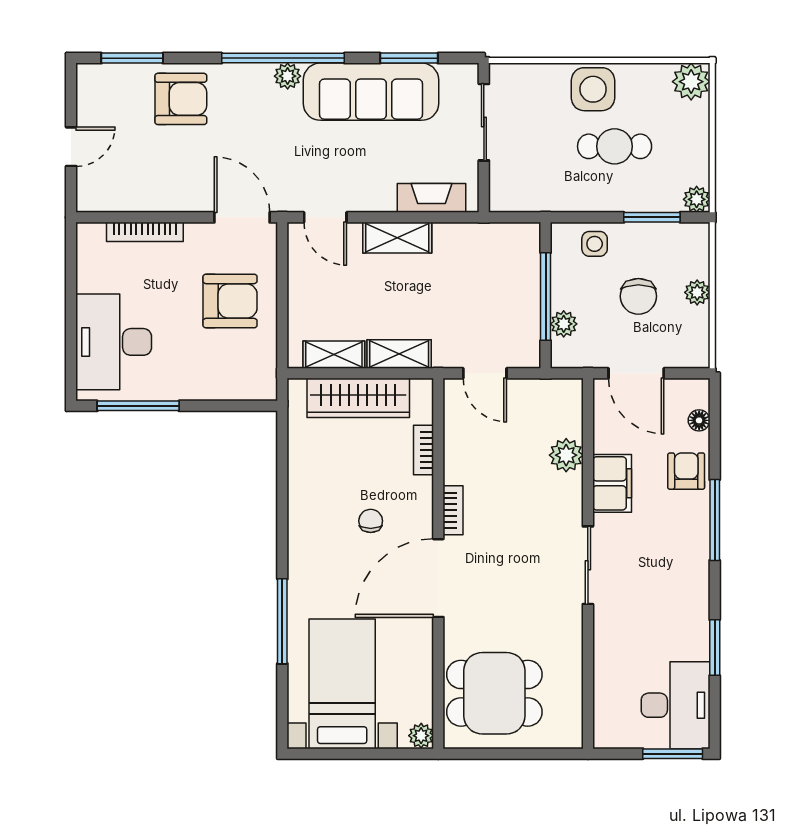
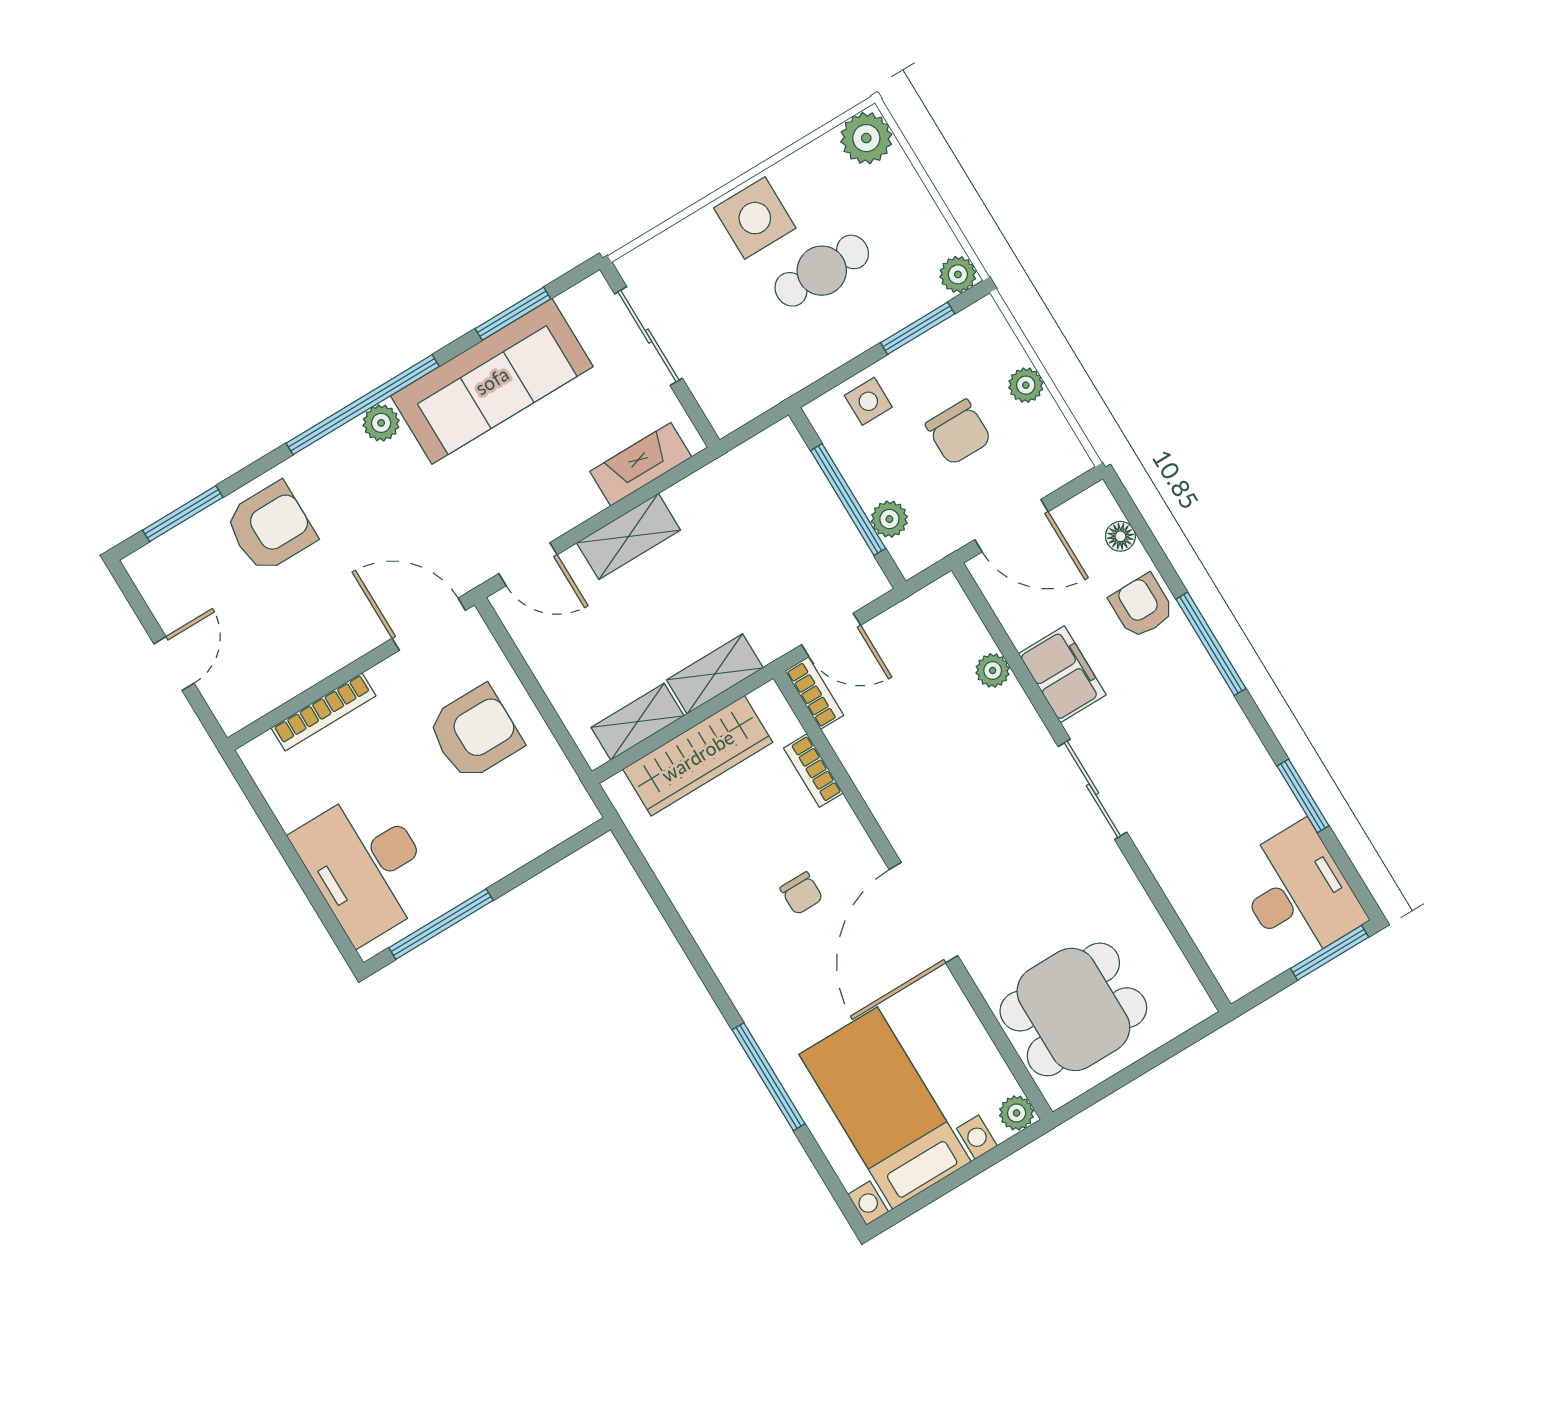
plant: (566, 455) -> (993, 670), width x0.73, depth x0.73
bookcase: (453, 510) -> (814, 693), moved
chair: (371, 521) -> (801, 893), turned 180

